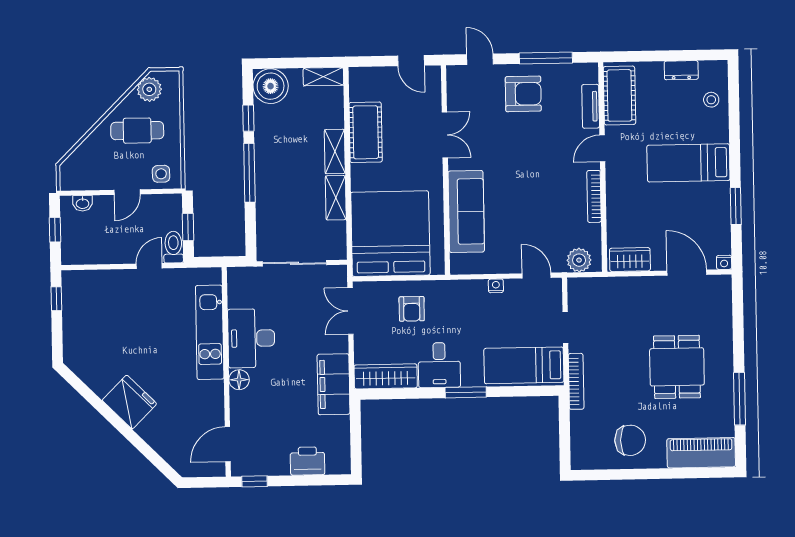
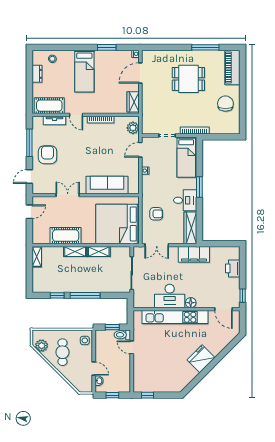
boiler: (271, 86) -> (41, 284), removed
door: (127, 192) -> (94, 369), moved
kitchen unit: (210, 332) -> (175, 317), width x1.36

